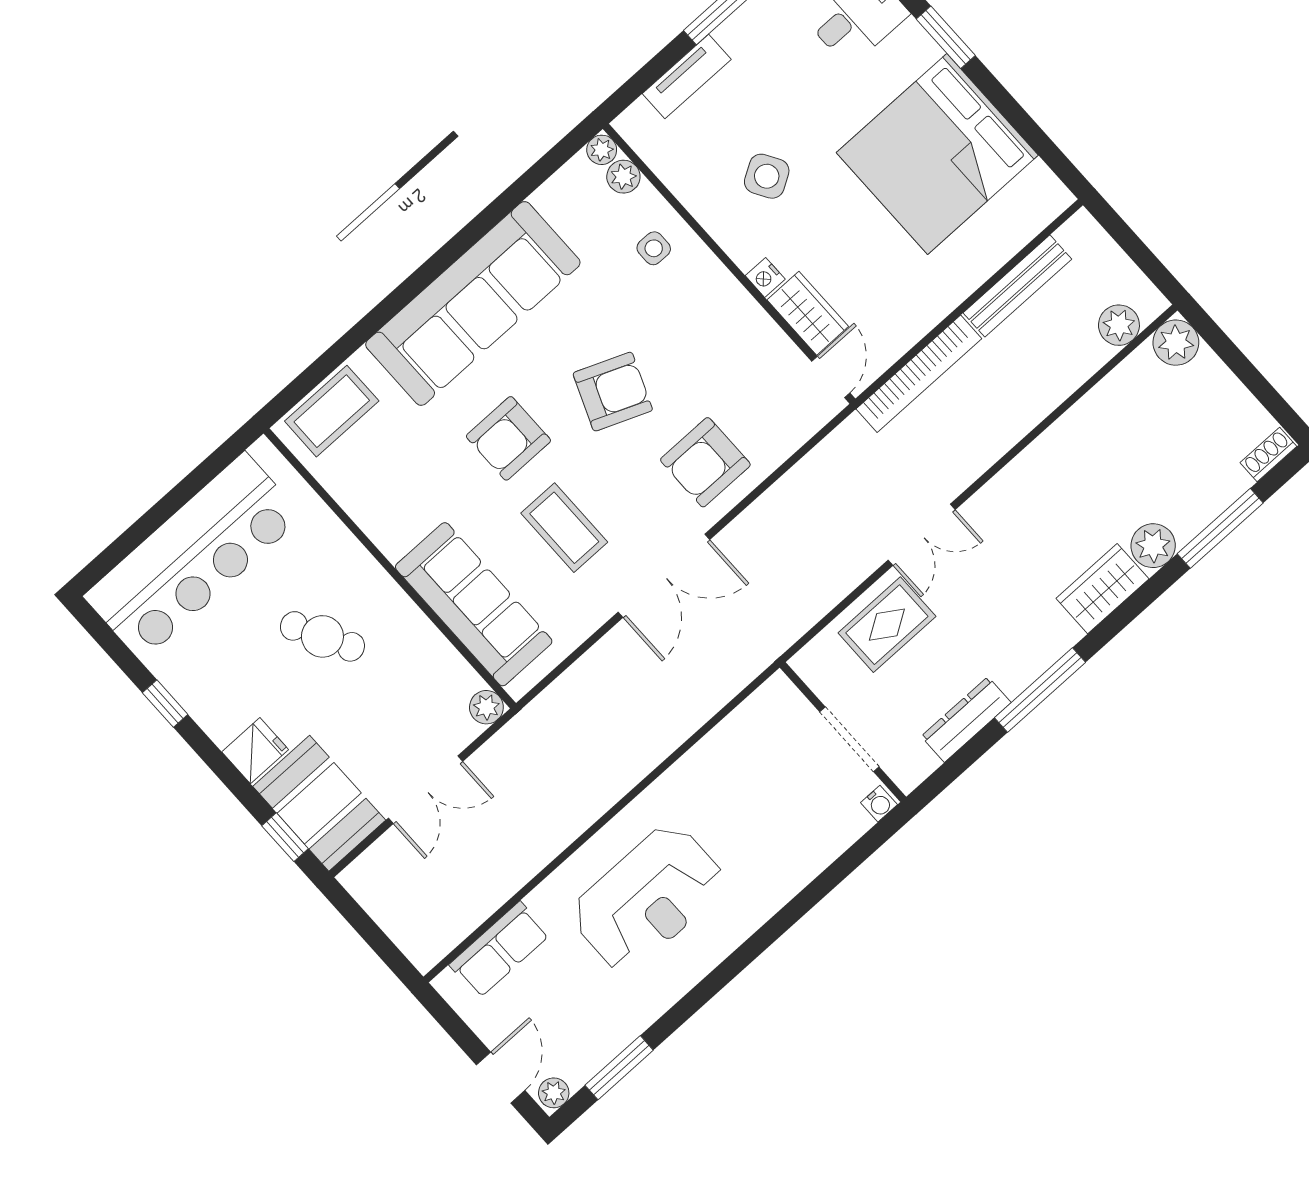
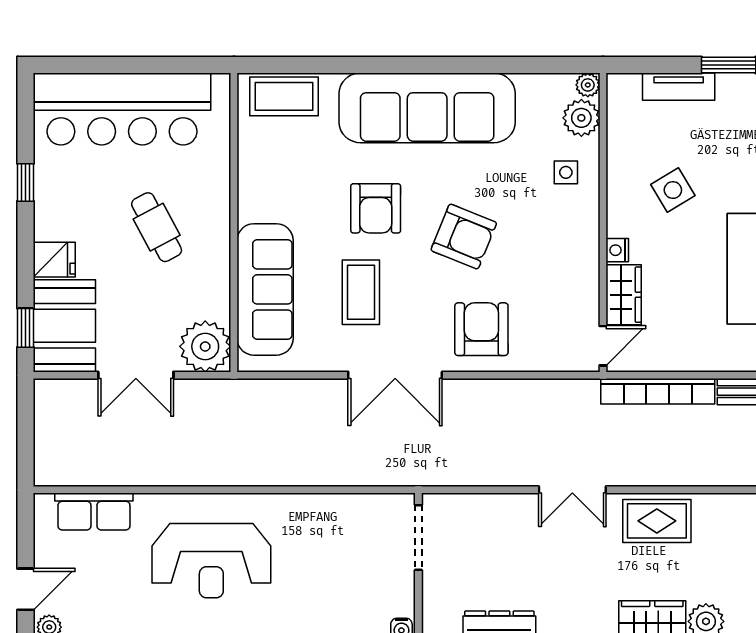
plant: (623, 177) -> (581, 118), width x1.38, depth x1.38
armchair: (508, 438) -> (376, 208), turned -90
armchair: (705, 462) -> (481, 329), turned 90
rug: (887, 625) -> (657, 521), moved
plant: (486, 707) -> (205, 346), width x1.87, depth x1.87
doorway: (849, 739) -> (418, 538), moved

